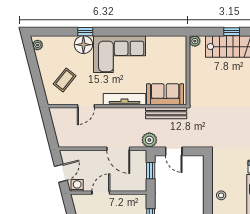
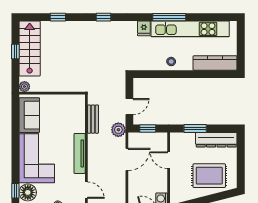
sofa: (165, 94) -> (29, 115), moved, turned 180
bench: (166, 113) -> (93, 119), width x0.73
door: (101, 193) -> (169, 160), moved

